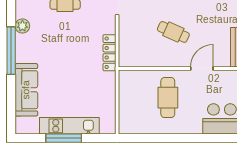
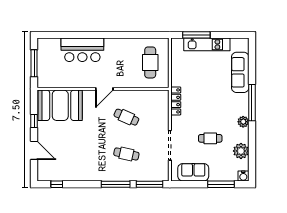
cafe table: (168, 98) -> (150, 62), moved
window: (64, 138) -> (196, 35), moved

